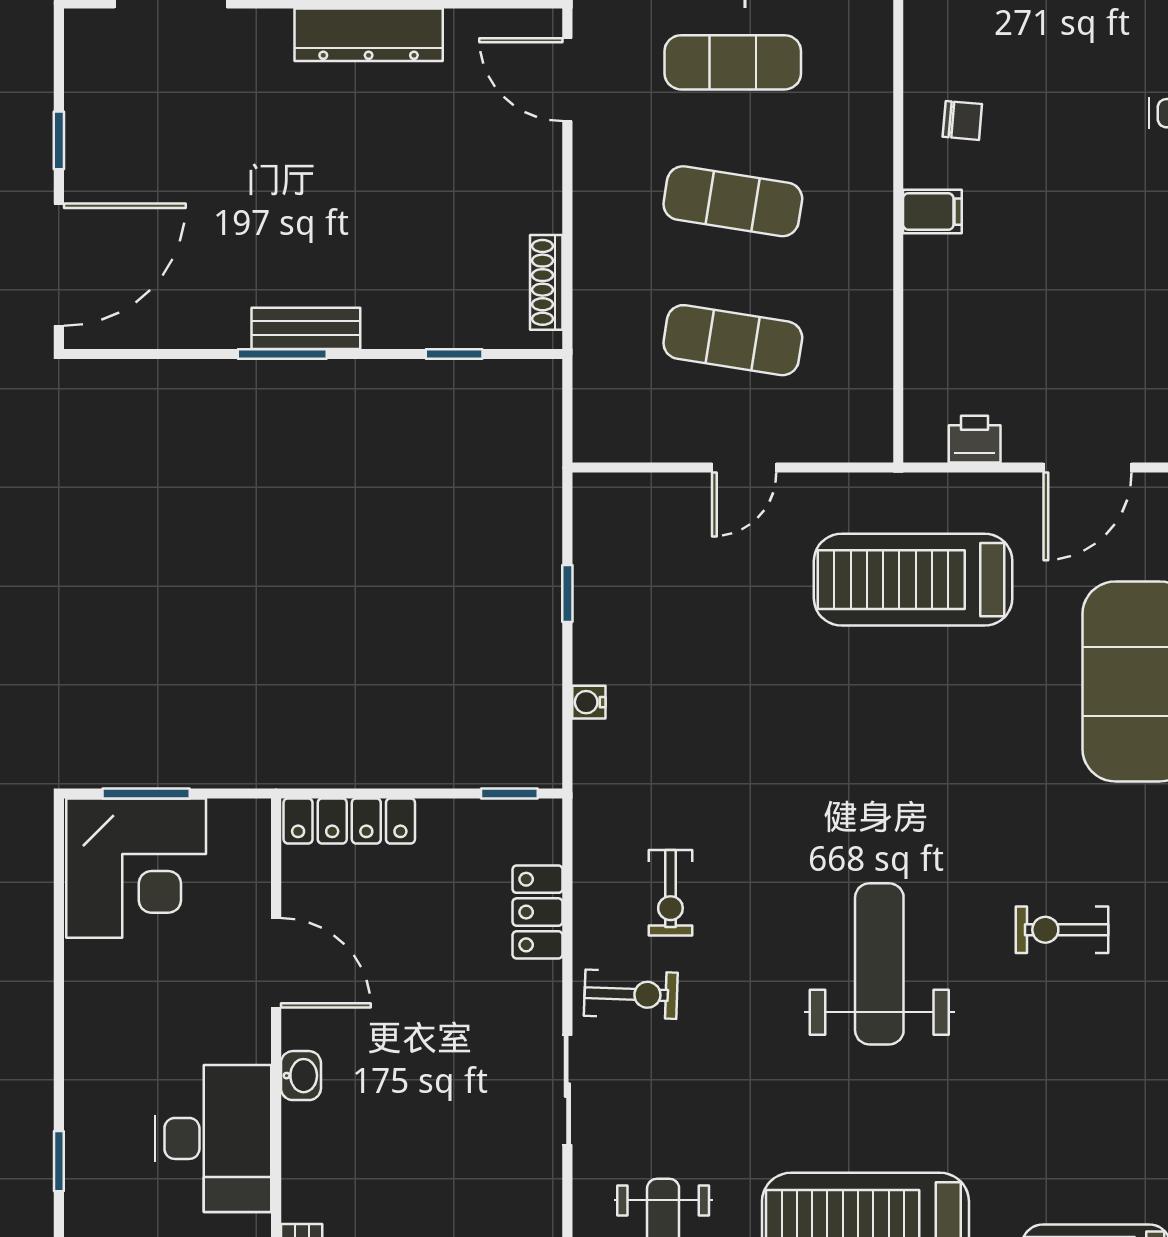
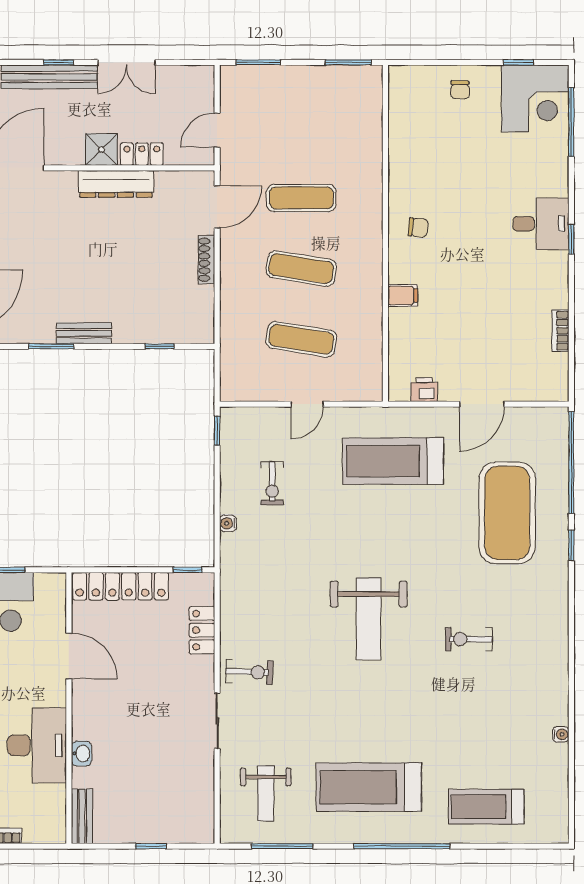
door: (567, 80) -> (217, 207), swing flipped
filing cabinet: (932, 212) -> (403, 295), moved
shoe rack: (546, 282) -> (206, 260), moved
window: (282, 354) -> (51, 346), moved
window: (567, 594) -> (217, 431), moved
locker: (349, 821) -> (121, 586), width x1.41, depth x1.21
exercise bike: (670, 893) -> (272, 483), moved
weight bench: (879, 964) -> (369, 619), moved, turned 180
washbasin: (301, 1076) -> (82, 753), moved

